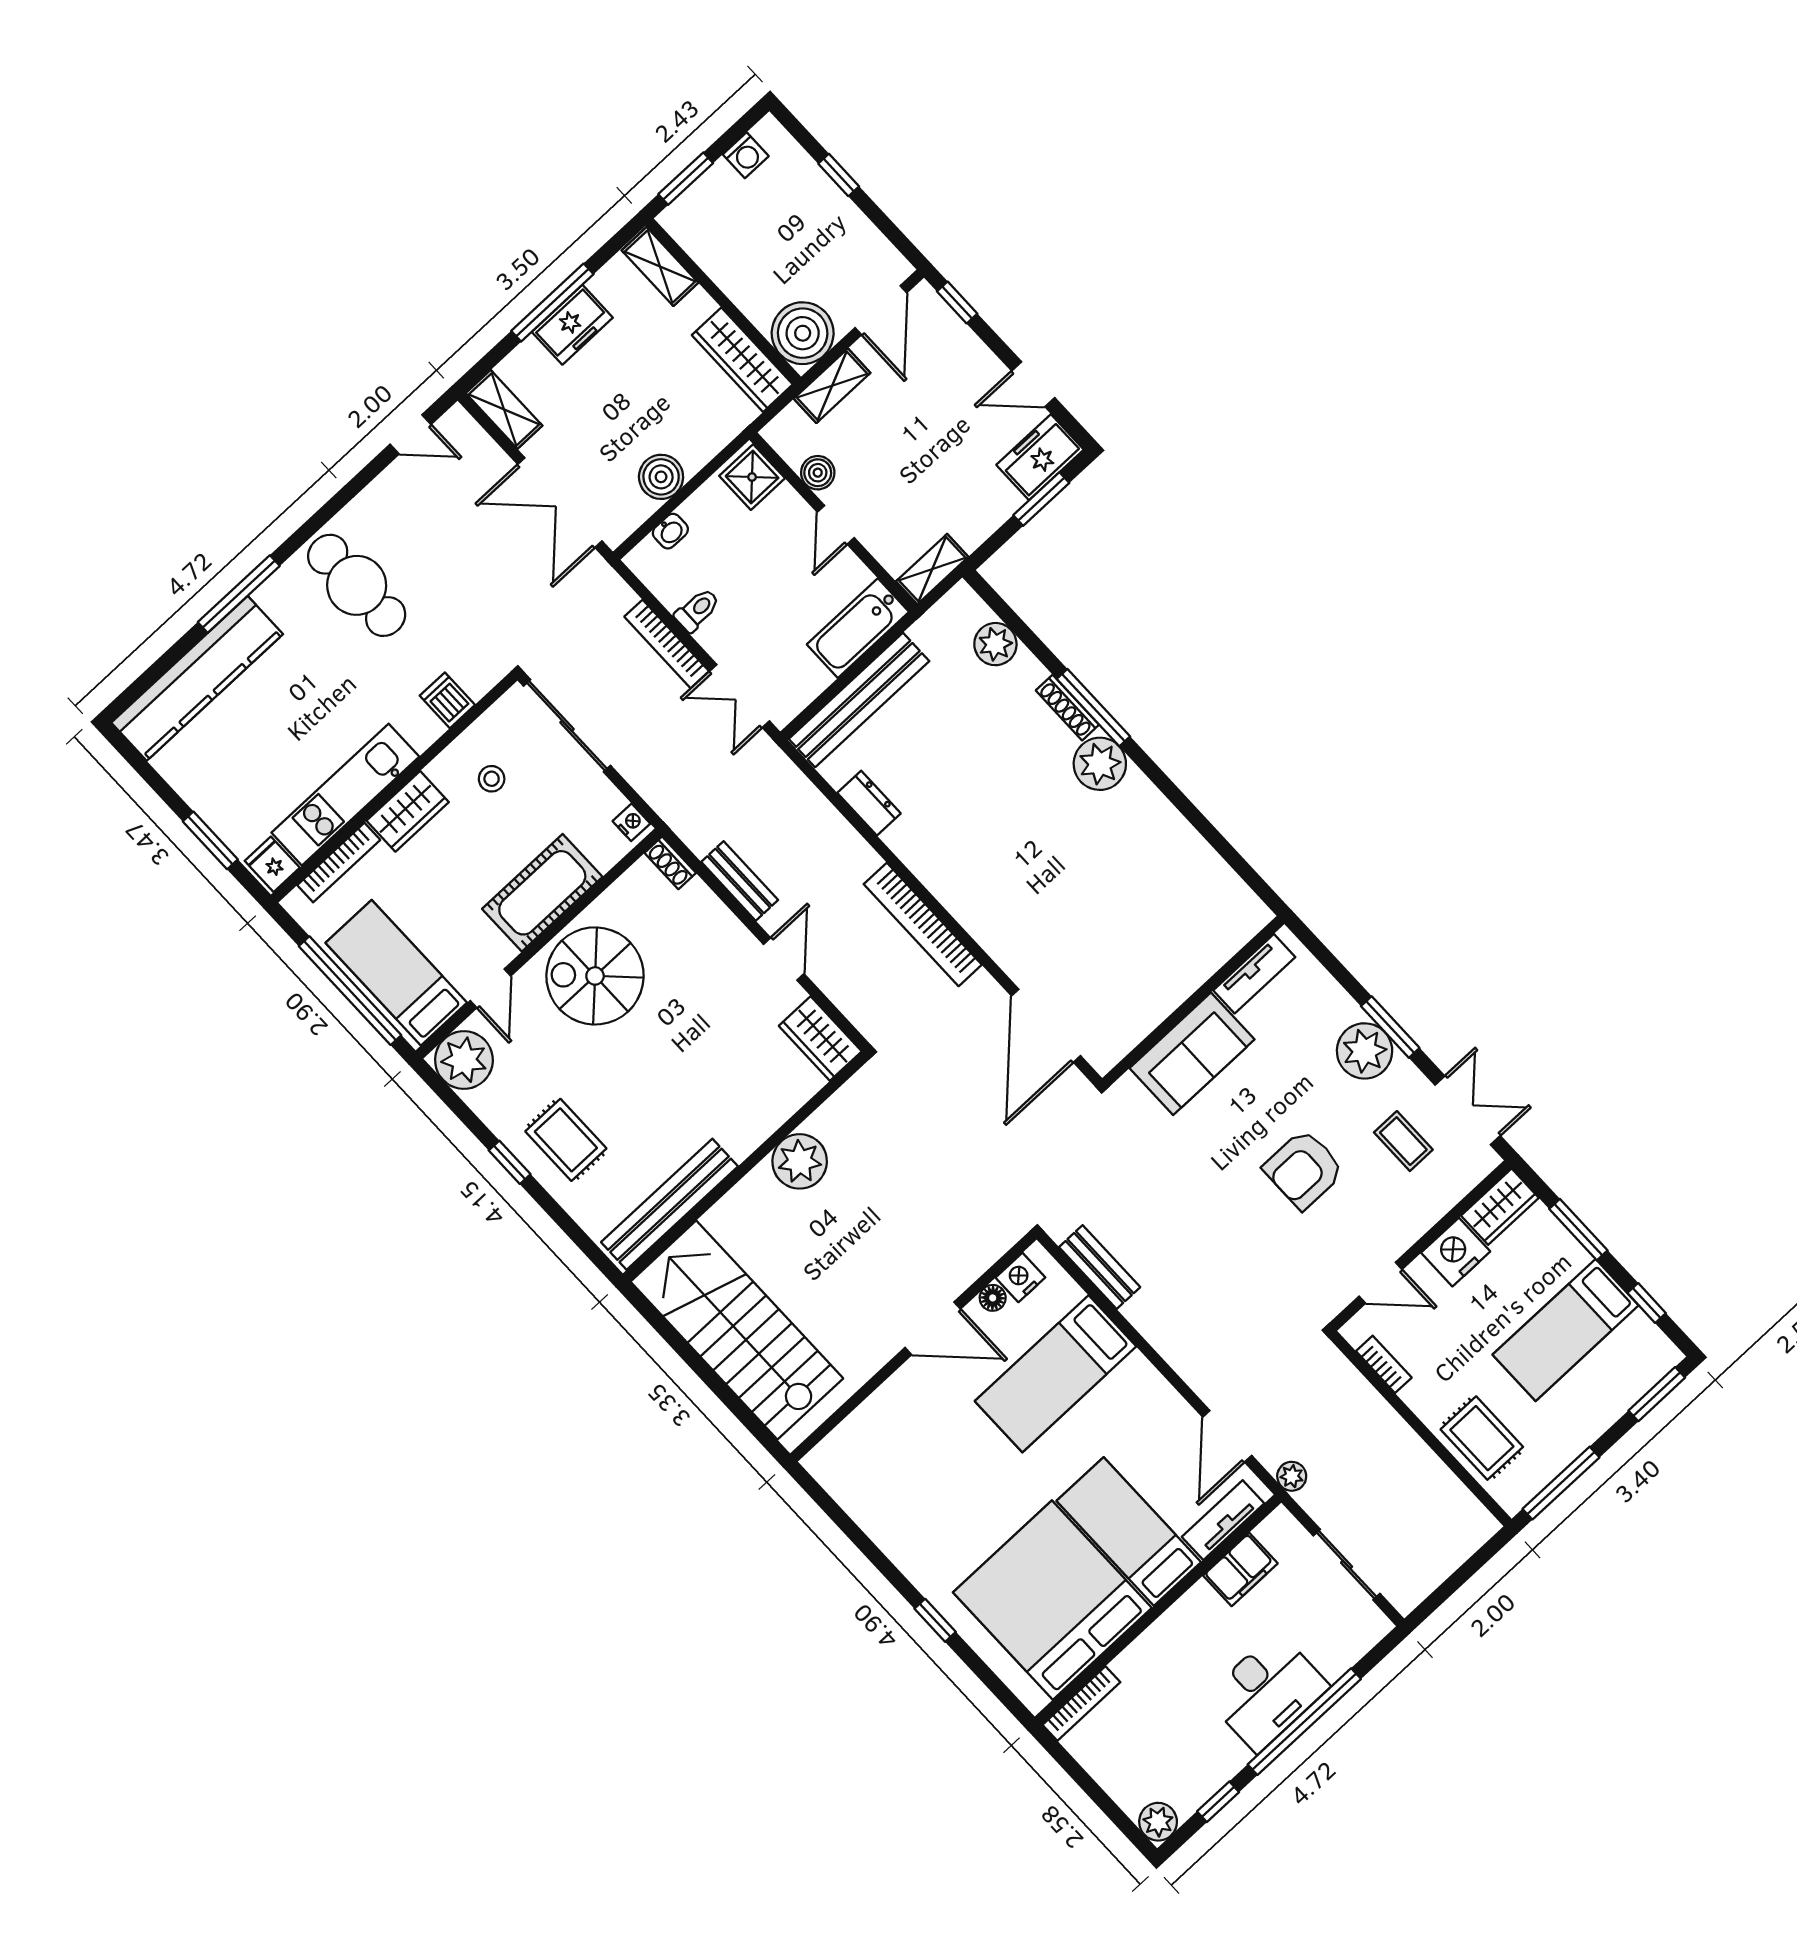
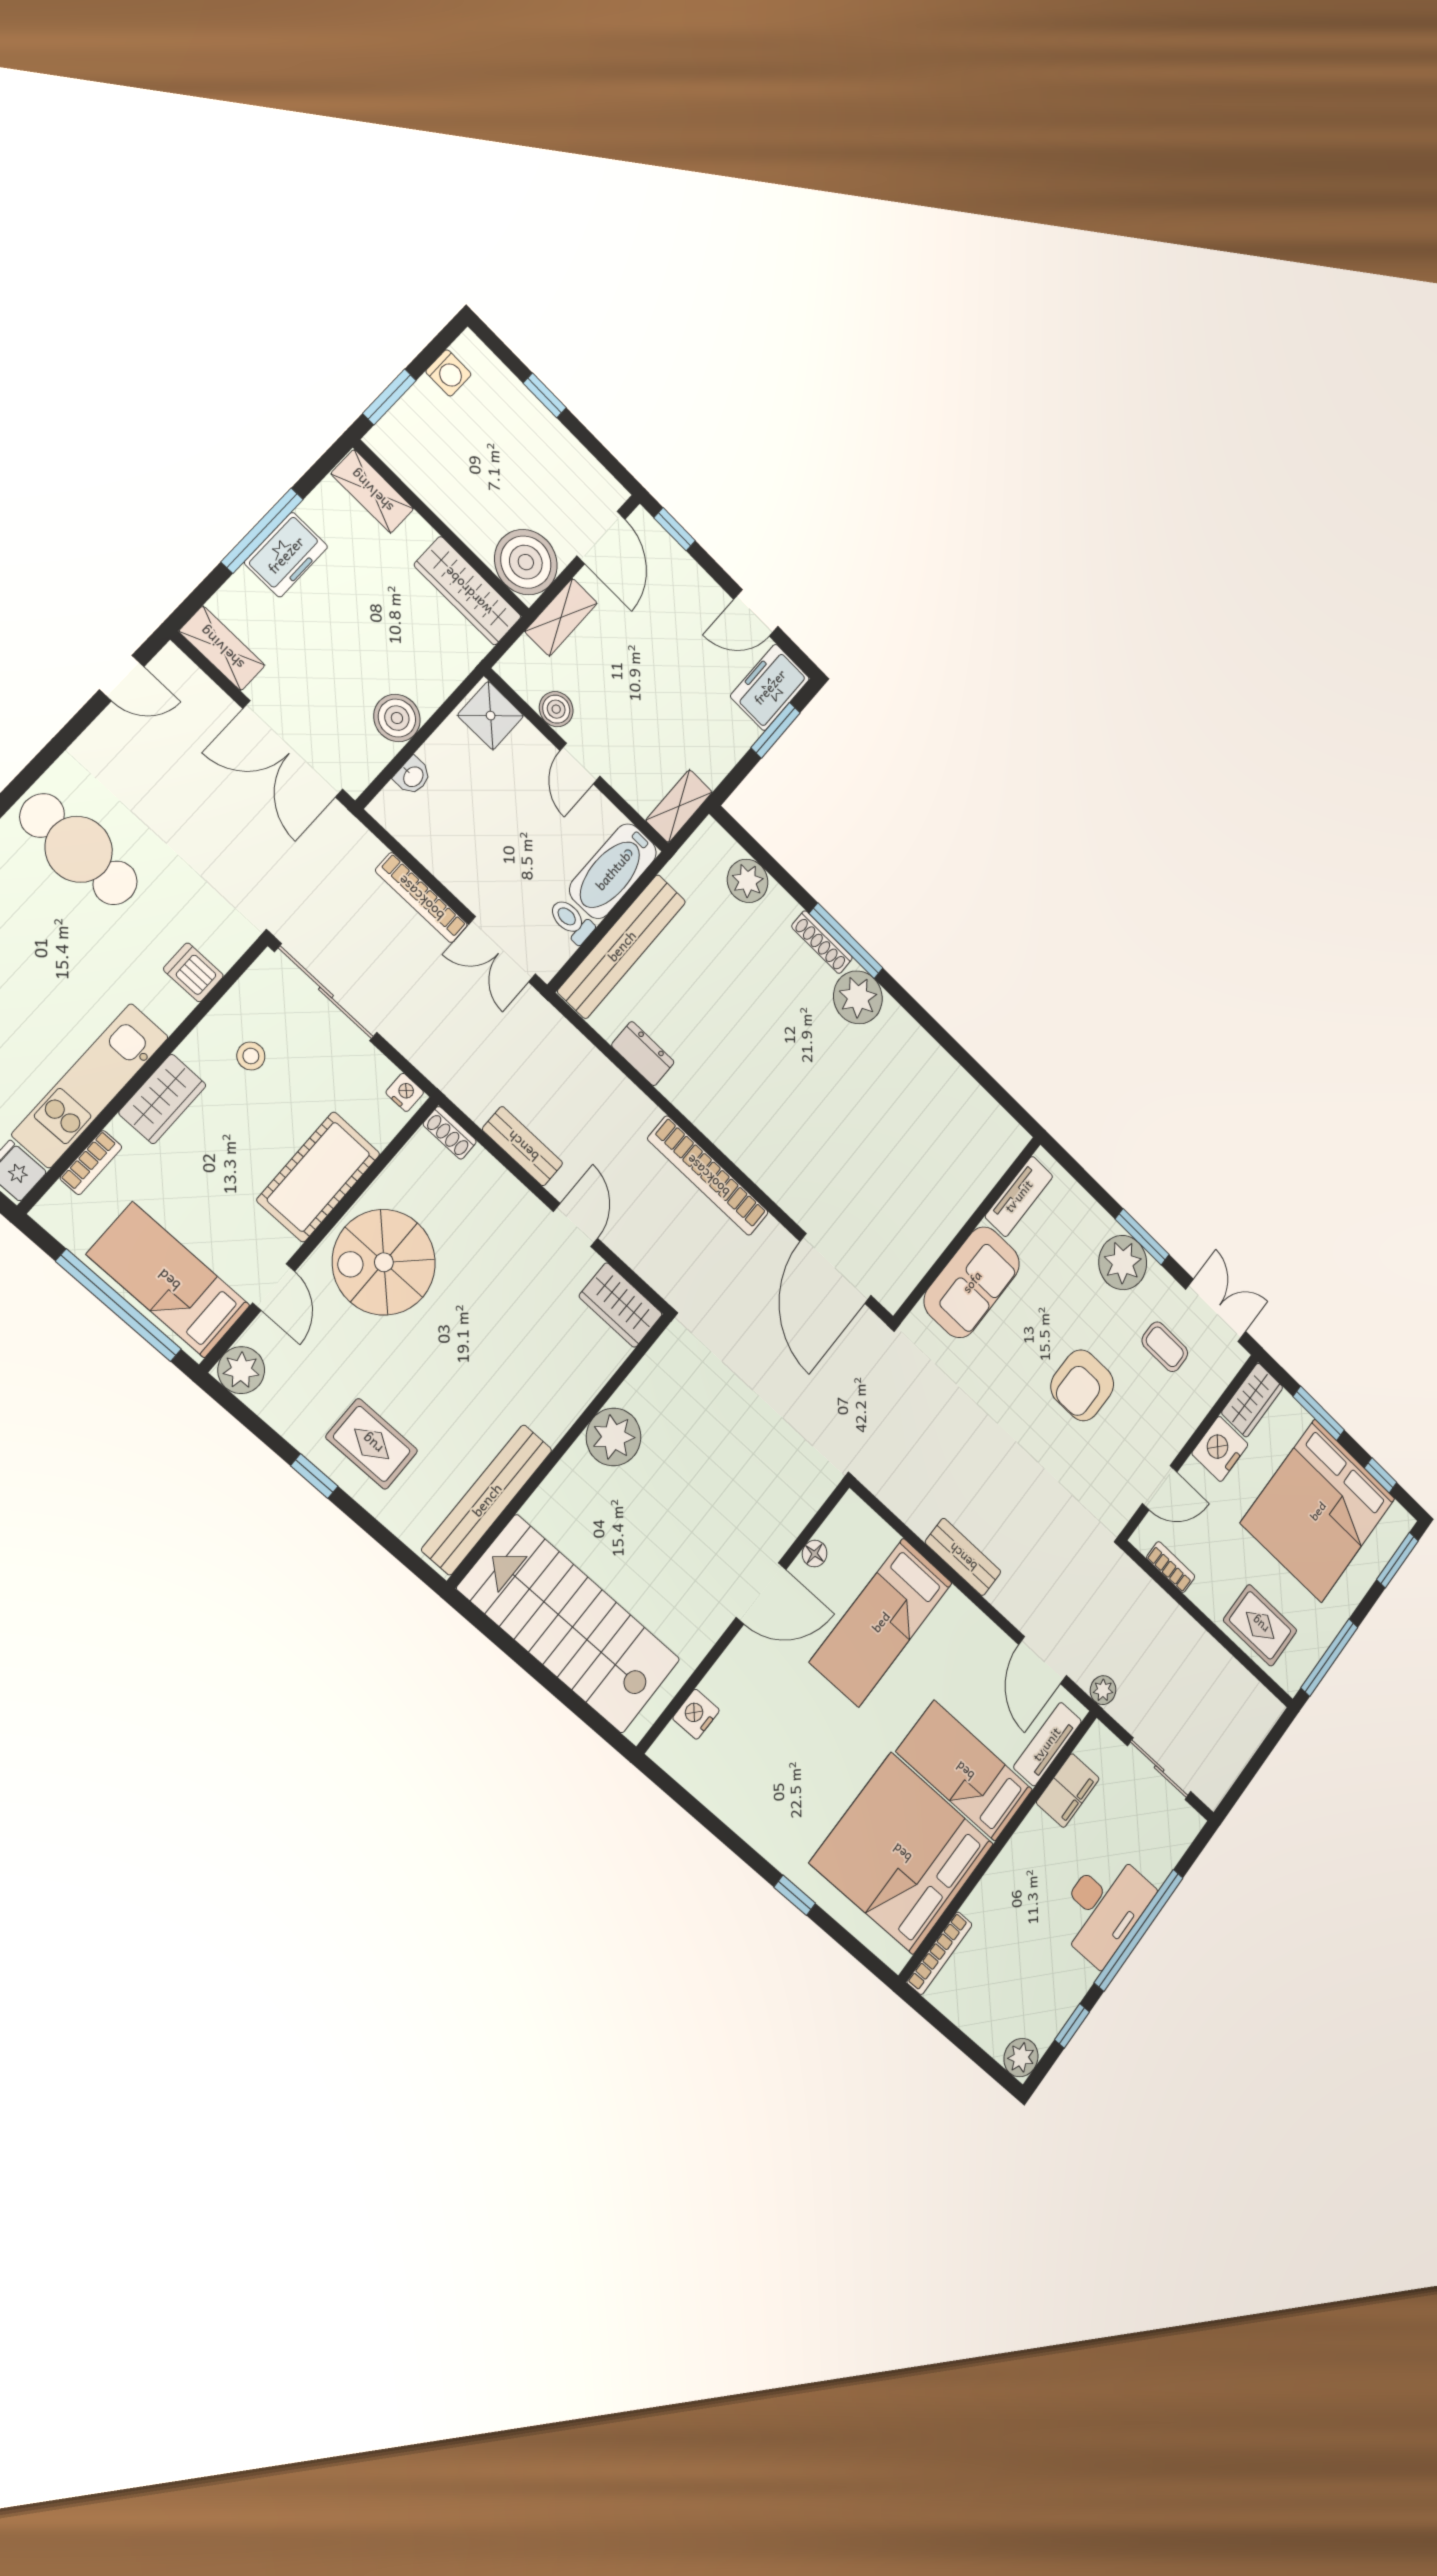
toilet: (697, 610) -> (571, 921), moved, turned -90
bookcase: (339, 863) -> (91, 1163), width x0.64
plant: (464, 1060) -> (241, 1370), width x0.73, depth x0.73
bench: (1100, 1267) -> (963, 1557), moved
nightstand: (1020, 1277) -> (696, 1714), moved
bed: (1566, 1330) -> (1318, 1511), width x2.04

